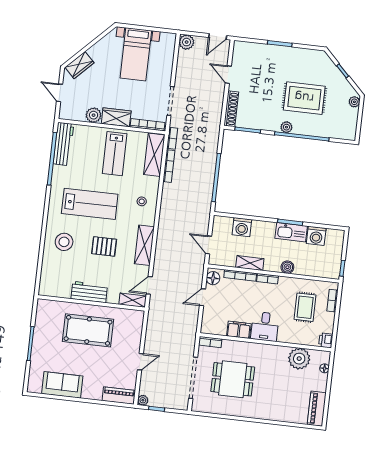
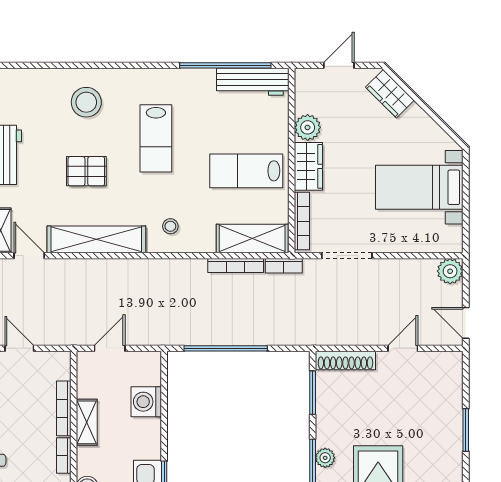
lab bench: (90, 204) -> (156, 138), width x0.73, depth x0.72
shelving: (144, 245) -> (96, 239), width x1.47
pallet: (104, 246) -> (86, 171), turned 90
floor lamp: (213, 278) -> (54, 363), removed

